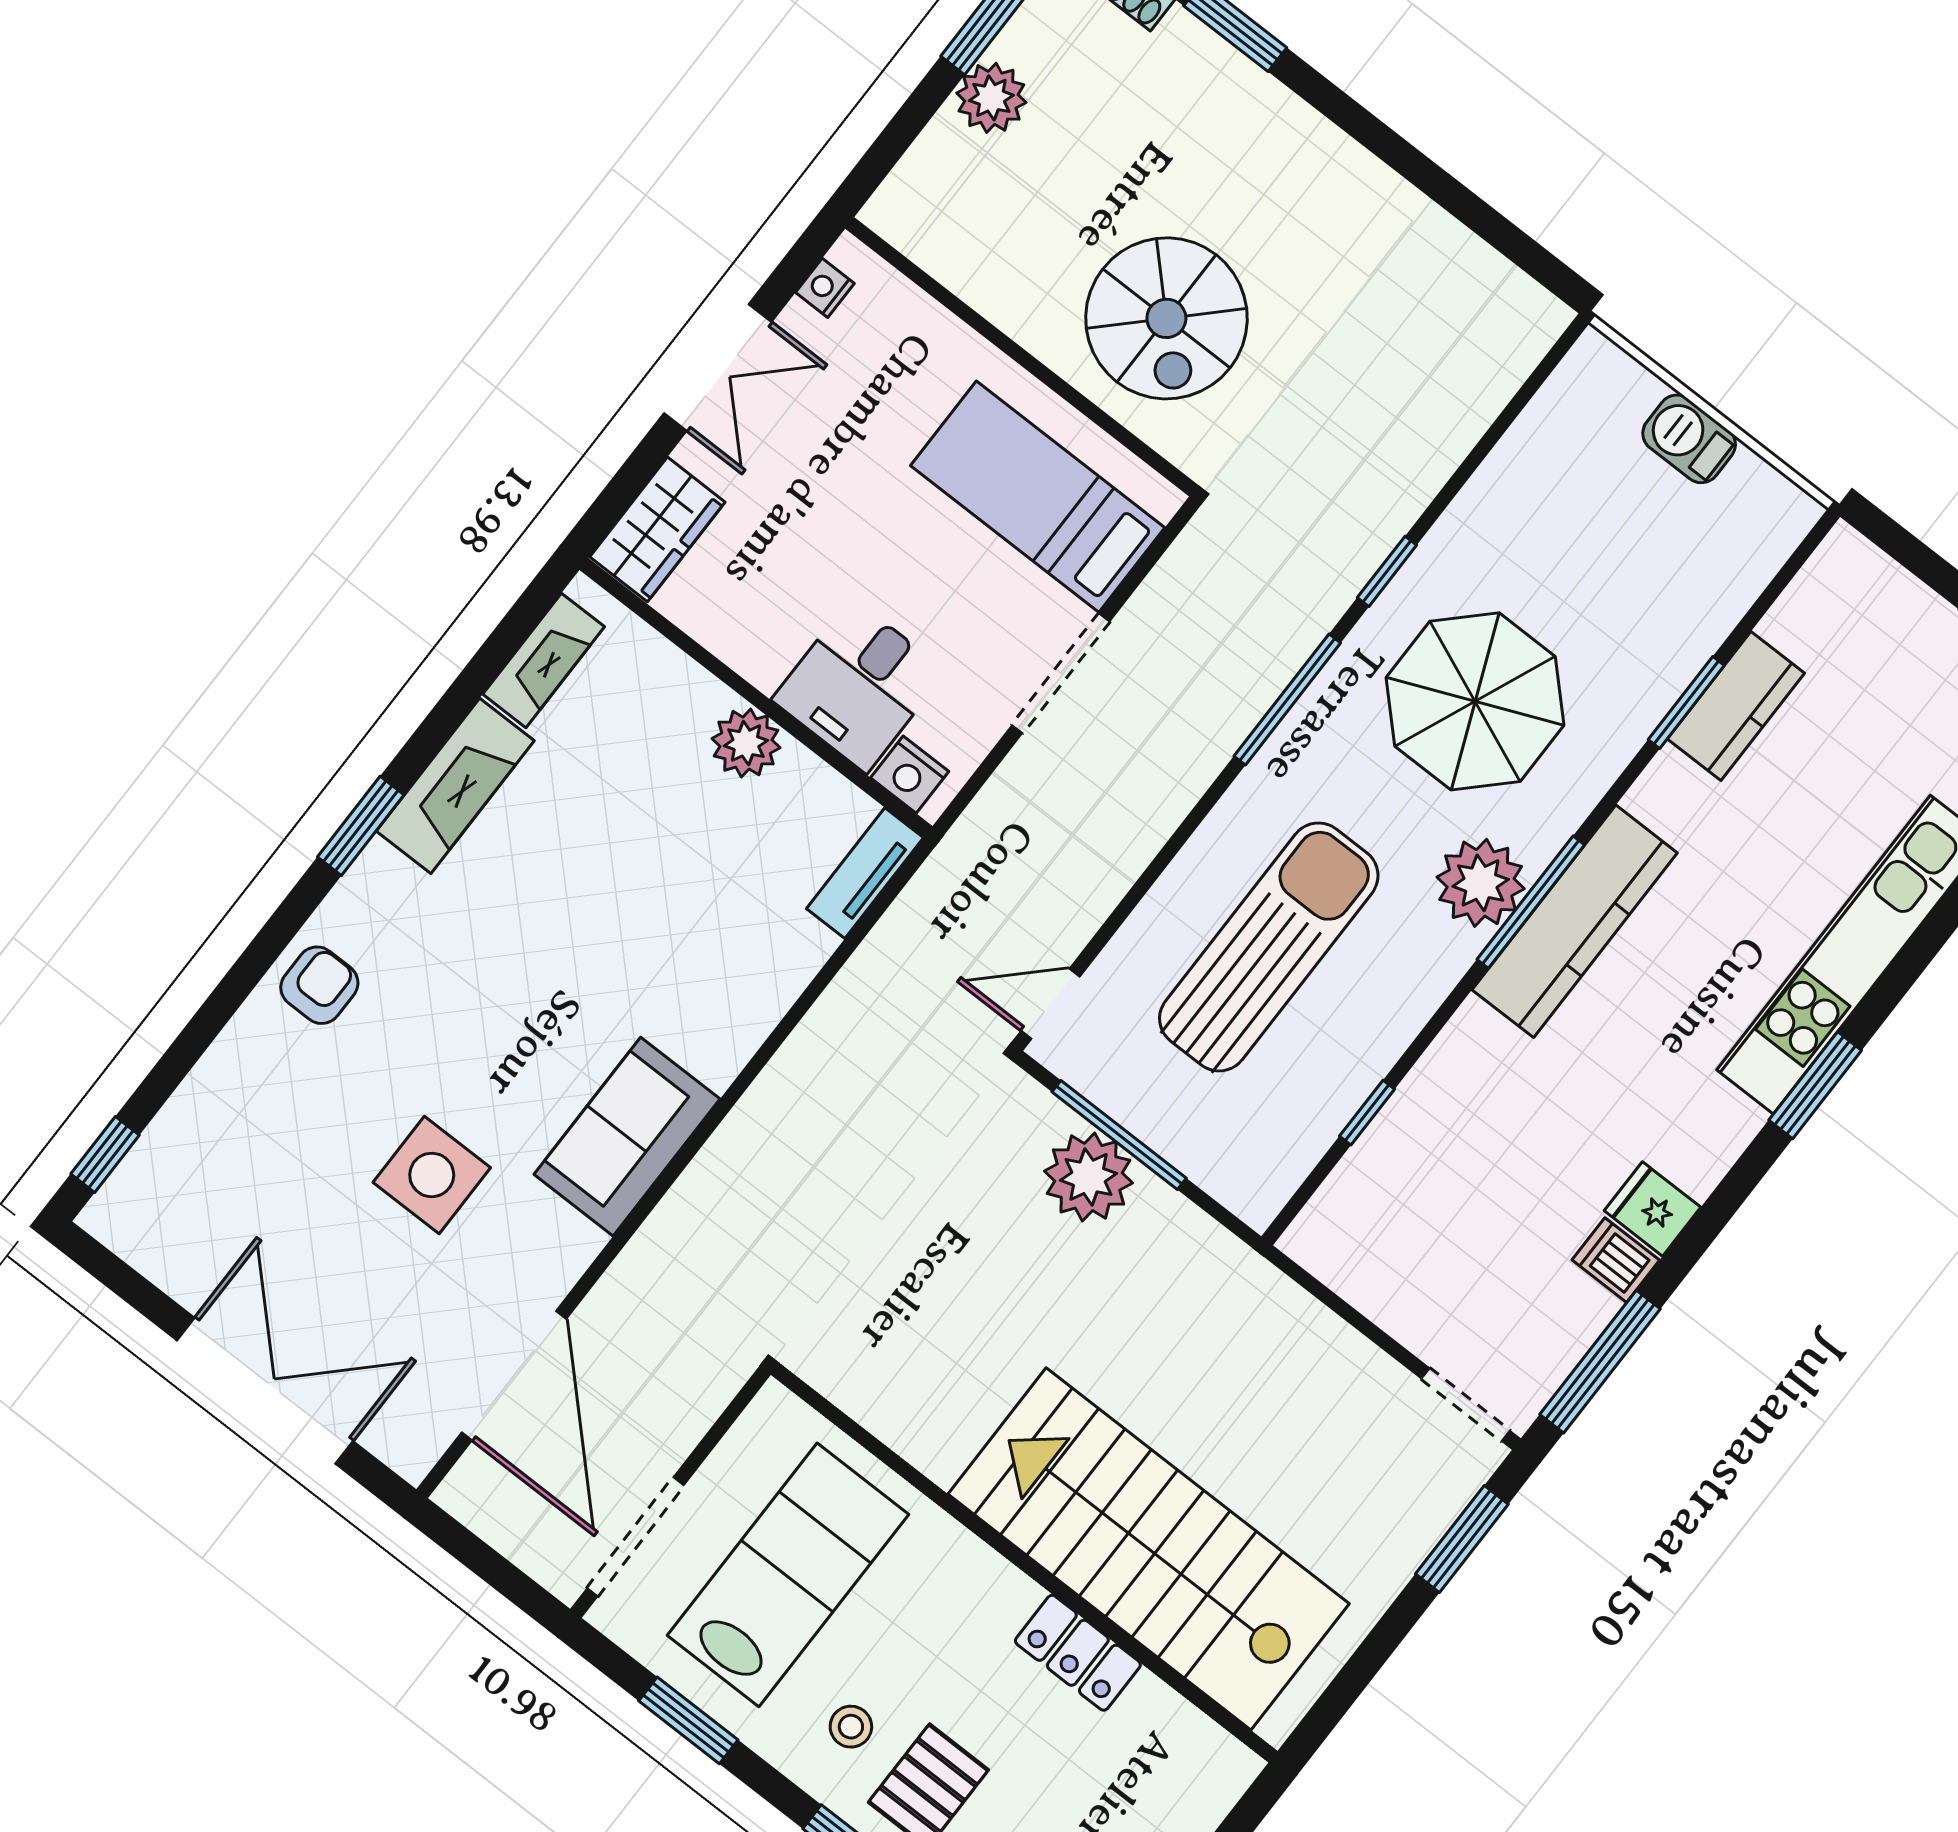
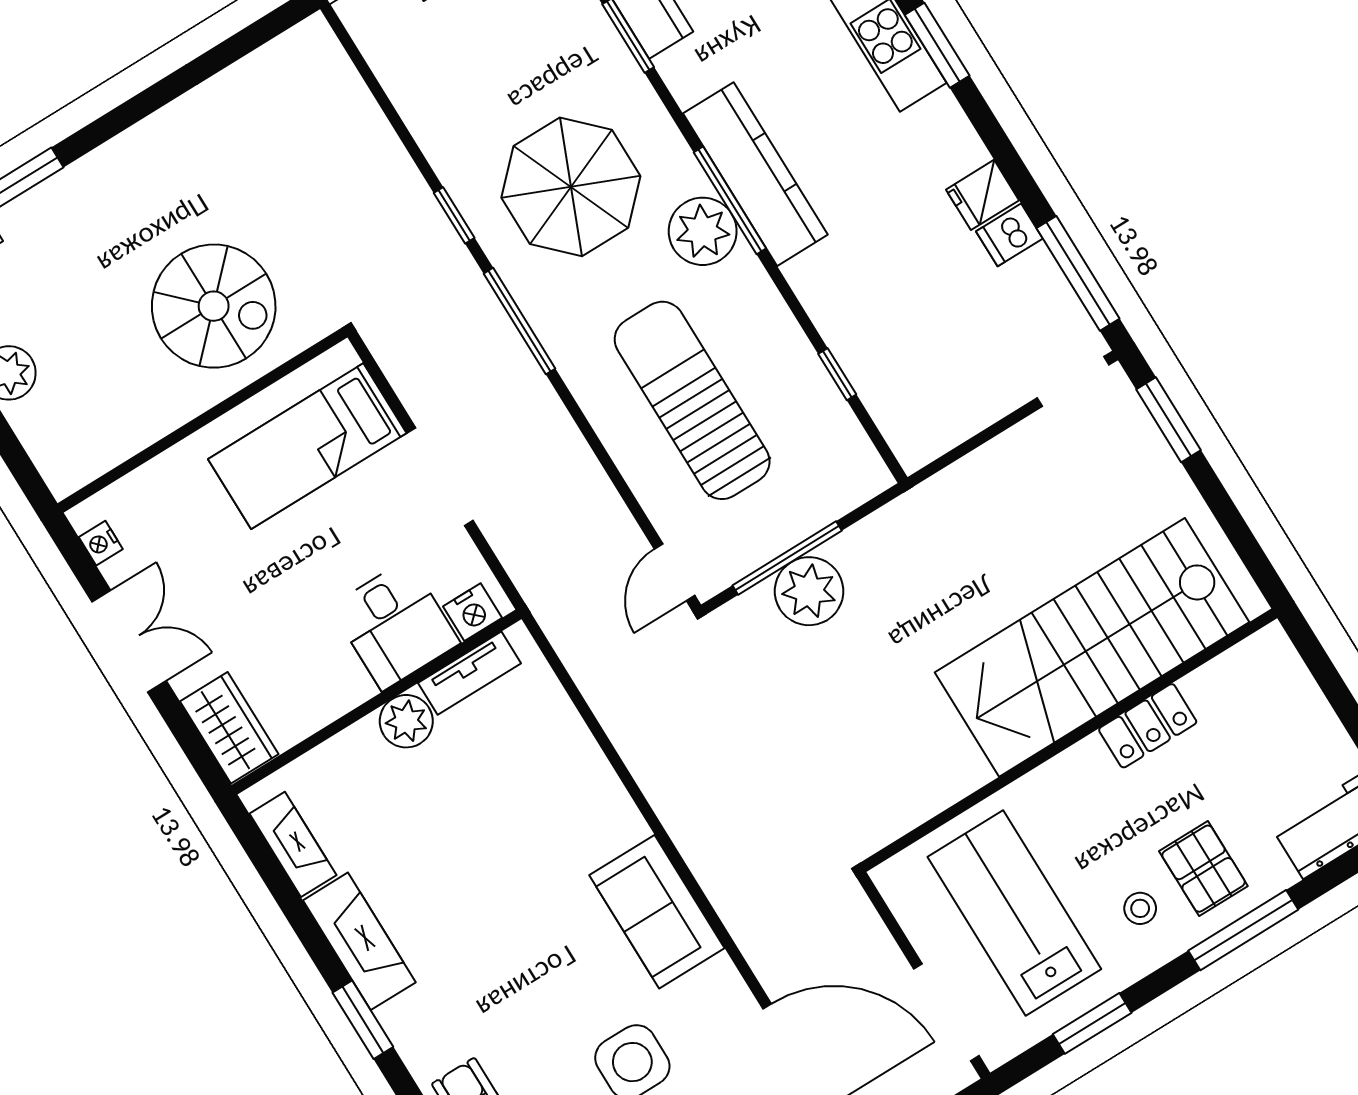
tv unit: (865, 873) -> (470, 673), moved, turned -90

